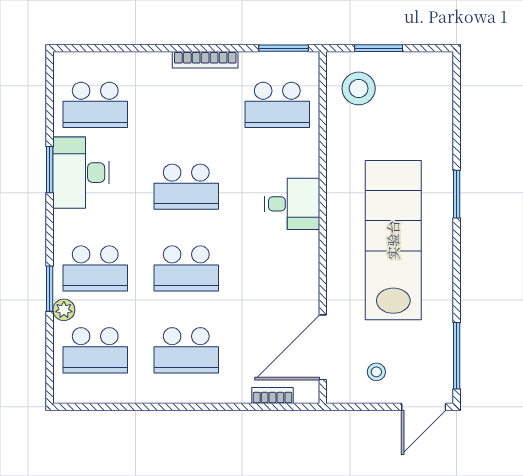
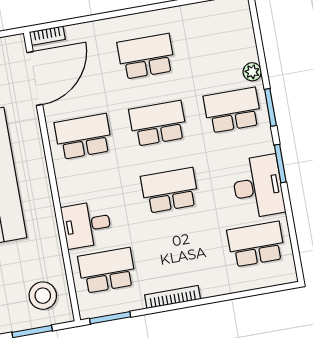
window: (50, 170) -> (280, 164), moved
desk: (292, 204) -> (87, 225), moved
window: (50, 289) -> (270, 107), moved
school desk: (95, 350) -> (83, 136), moved
bookcase: (273, 396) -> (47, 36), moved

